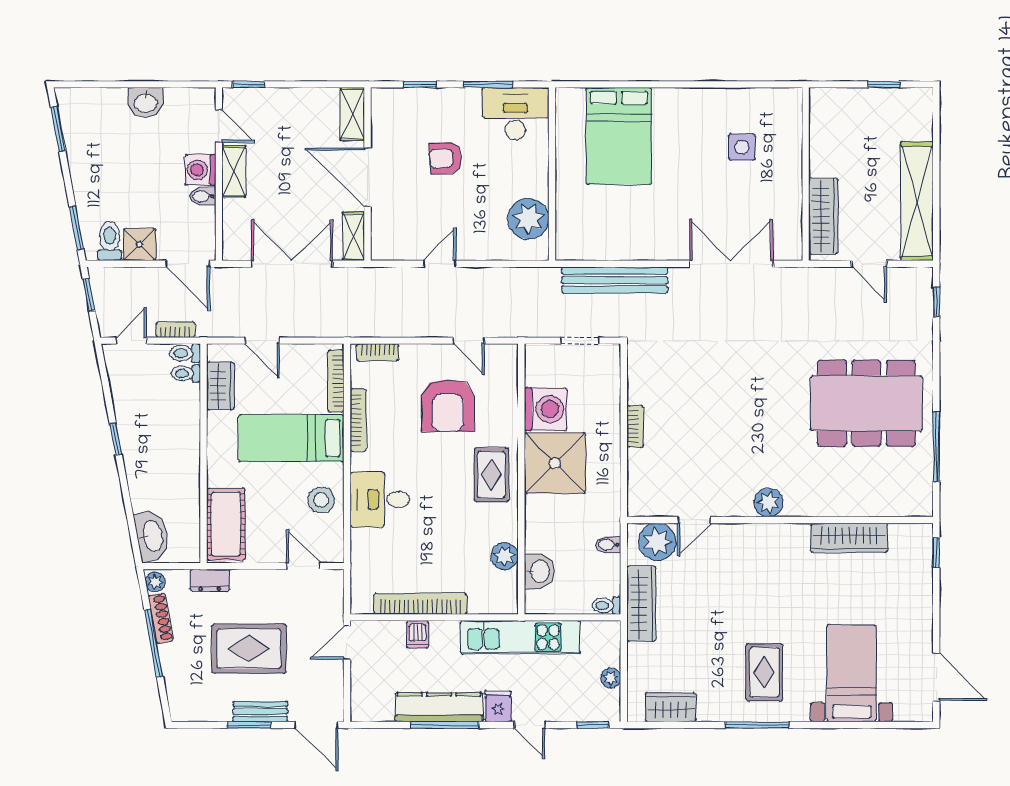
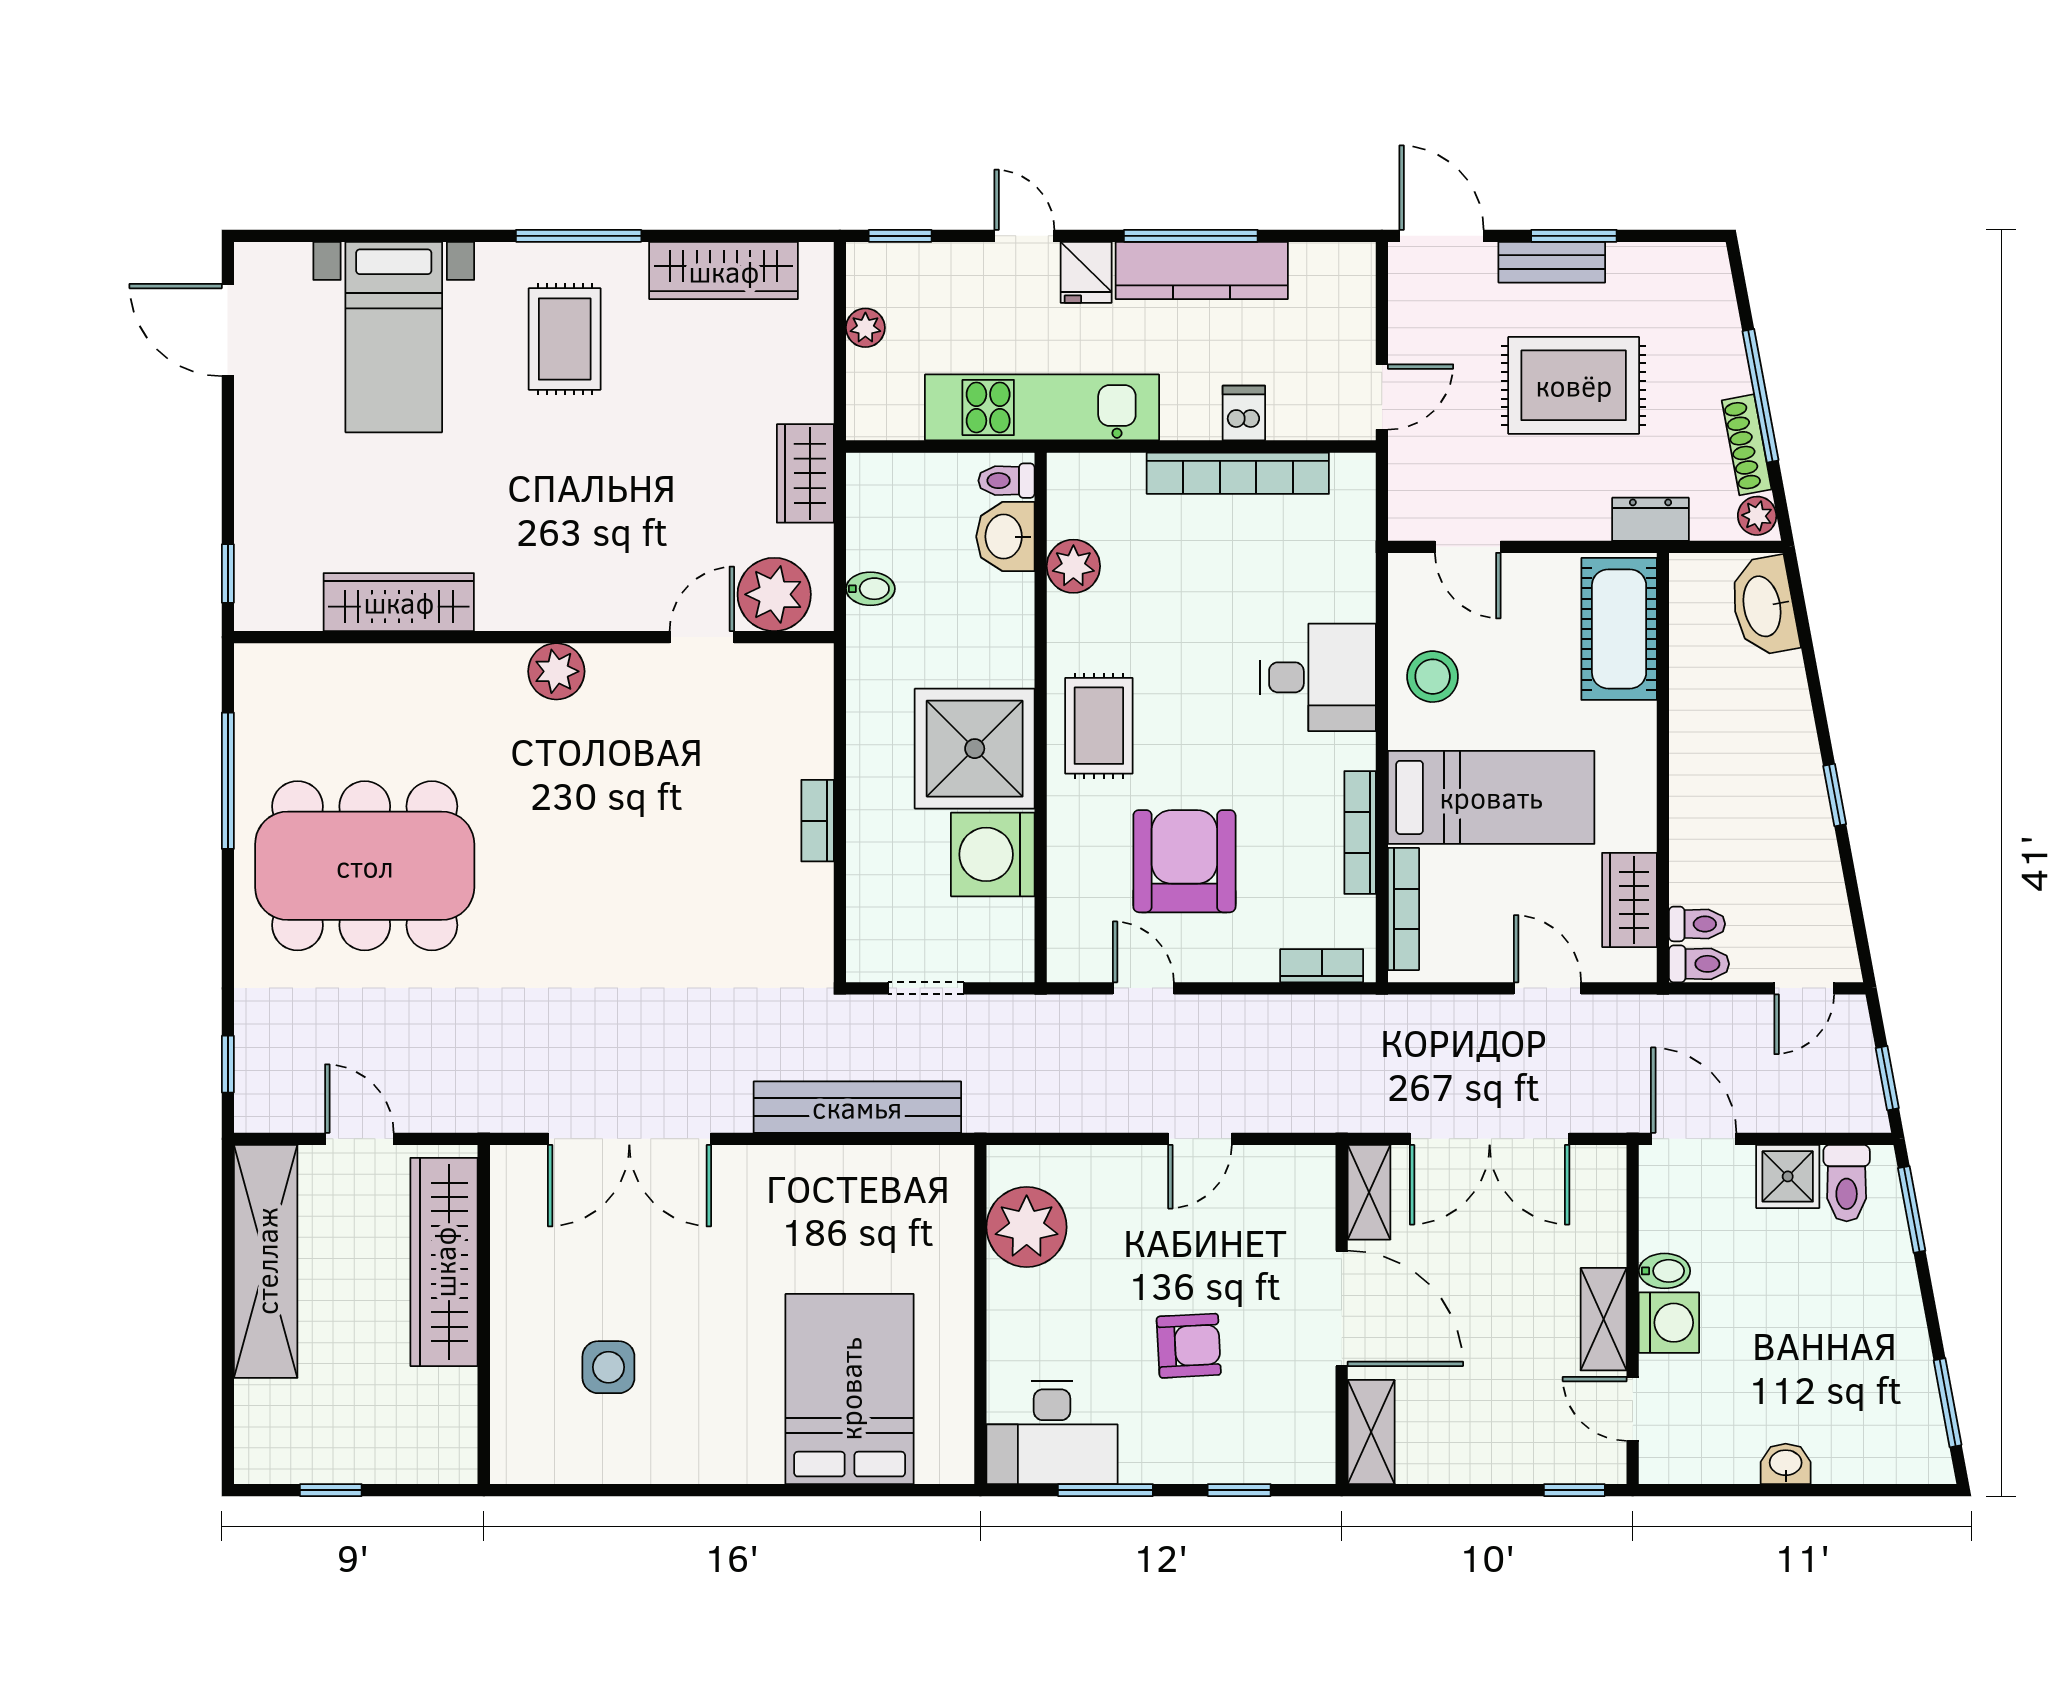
washbasin: (146, 102) -> (1786, 1464), width x0.72, depth x0.69
wardrobe: (823, 216) -> (444, 1262), width x1.40, depth x1.17
bookcase: (175, 330) -> (1718, 1010), removed
wardrobe: (641, 604) -> (805, 473), width x0.67
toilet: (606, 605) -> (1006, 481), moved, turned 180
wardrobe: (671, 707) -> (724, 271), width x1.50

